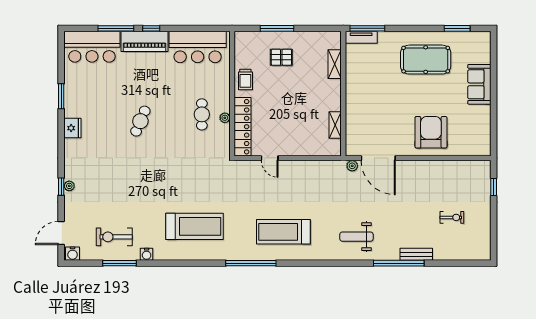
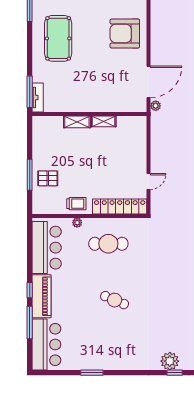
pallet: (281, 57) -> (48, 178), moved, turned 90
shelving: (335, 64) -> (77, 122), moved
cafe table: (202, 114) -> (108, 244), width x1.37, depth x1.35
plant: (225, 118) -> (77, 223), moved
shelving: (335, 125) -> (104, 121), moved
fridge: (72, 128) -> (121, 362), removed
plant: (69, 186) -> (170, 361), width x1.87, depth x1.87

